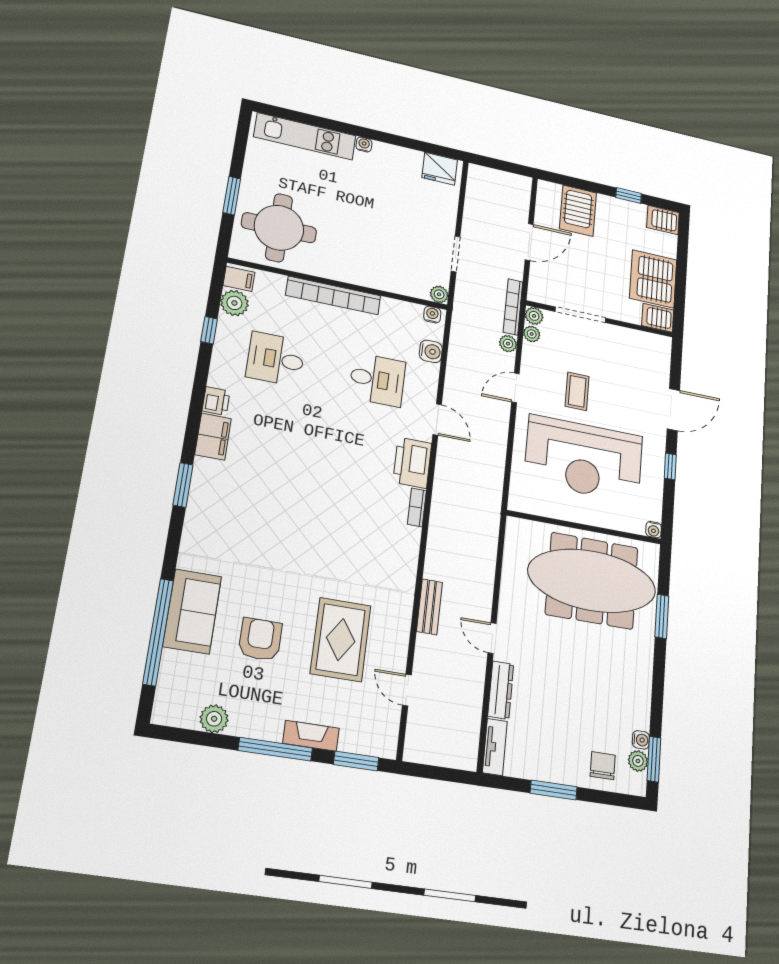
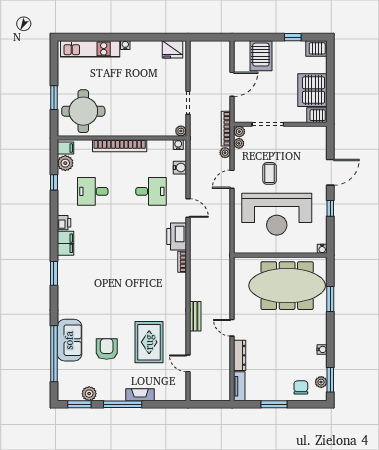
water cooler: (641, 740) -> (322, 349), moved
window: (356, 761) -> (79, 404), moved

